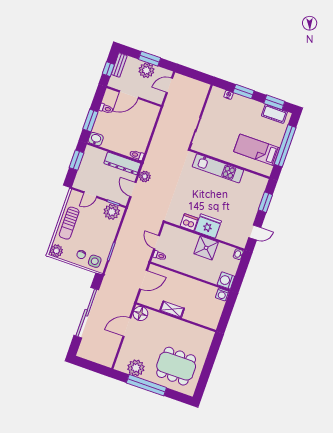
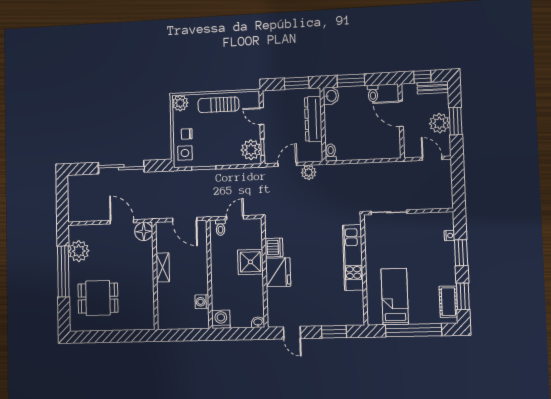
dresser: (122, 163) -> (313, 119), moved
shower: (206, 248) -> (250, 262), moved
washing machine: (222, 294) -> (202, 302), moved
sliding door: (86, 313) -> (121, 167), width x0.73
dining table: (176, 366) -> (98, 298), width x0.73

